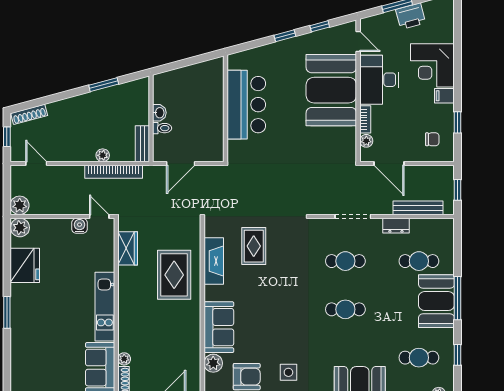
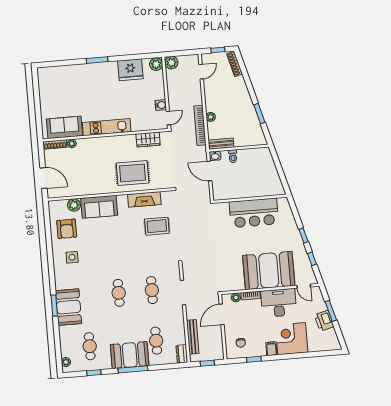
door: (358, 42) -> (304, 286), hinge flipped
washbasin: (159, 113) -> (215, 156), moved
dresser: (396, 226) -> (182, 354), moved

